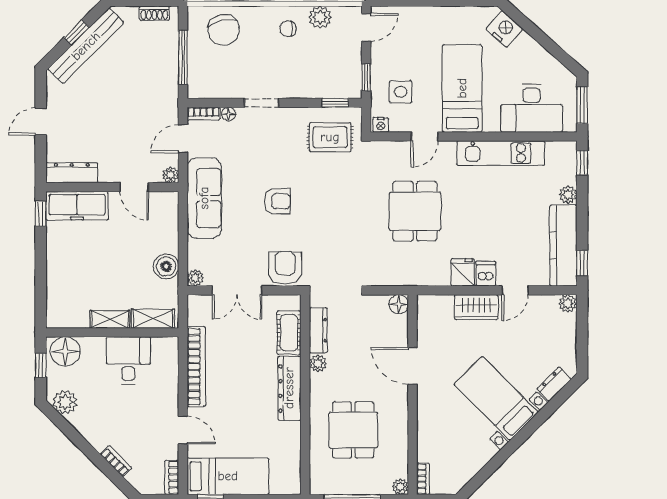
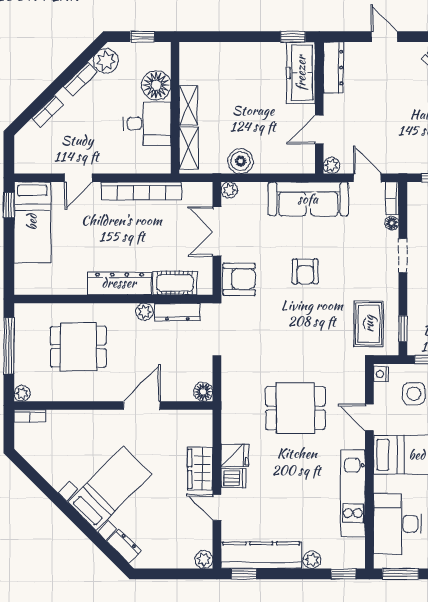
floor lamp: (65, 352) -> (156, 85), moved
bookcase: (172, 477) -> (80, 79), moved, turned 135

